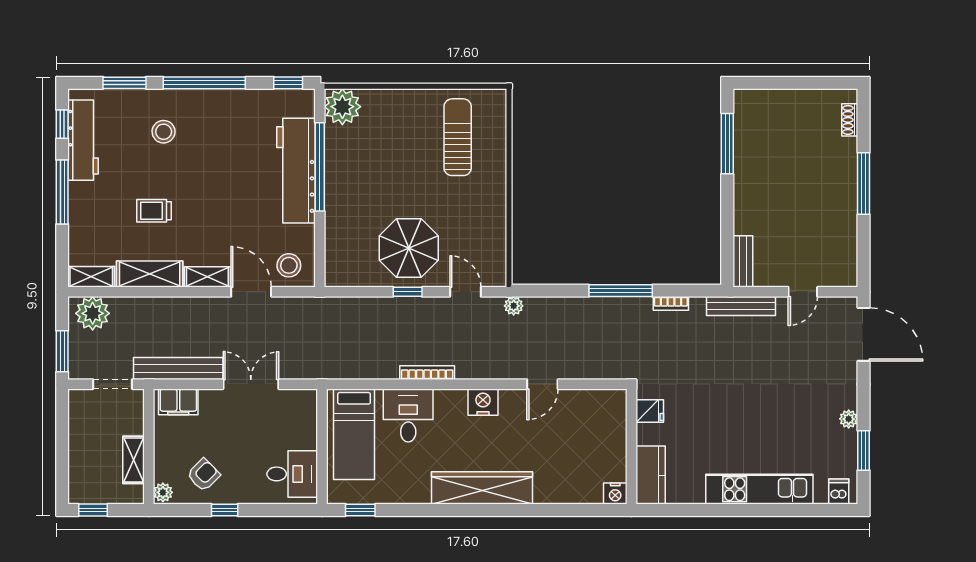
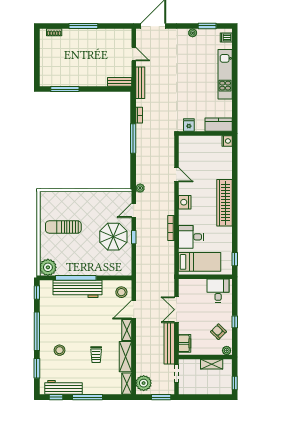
sun lounger: (458, 137) -> (63, 227), moved

